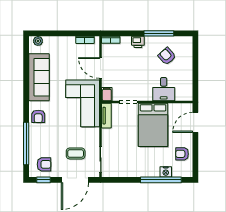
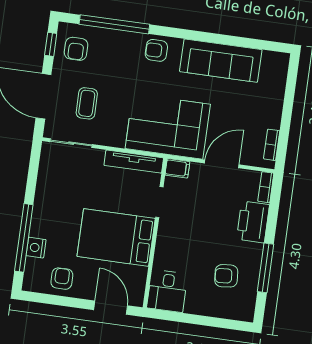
plant: (38, 41) -> (281, 67), removed
printer: (138, 42) -> (253, 222), width x1.87, depth x1.48
armchair: (167, 56) -> (226, 276), turned -143
desk: (164, 89) -> (167, 291), moved, turned -90
tv unit: (106, 116) -> (134, 162), width x1.41

